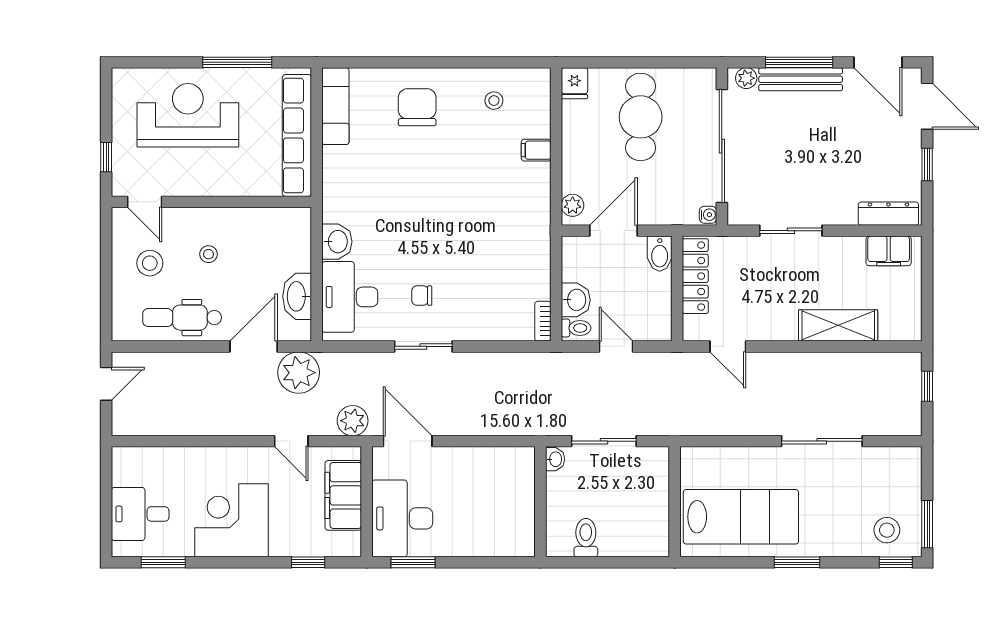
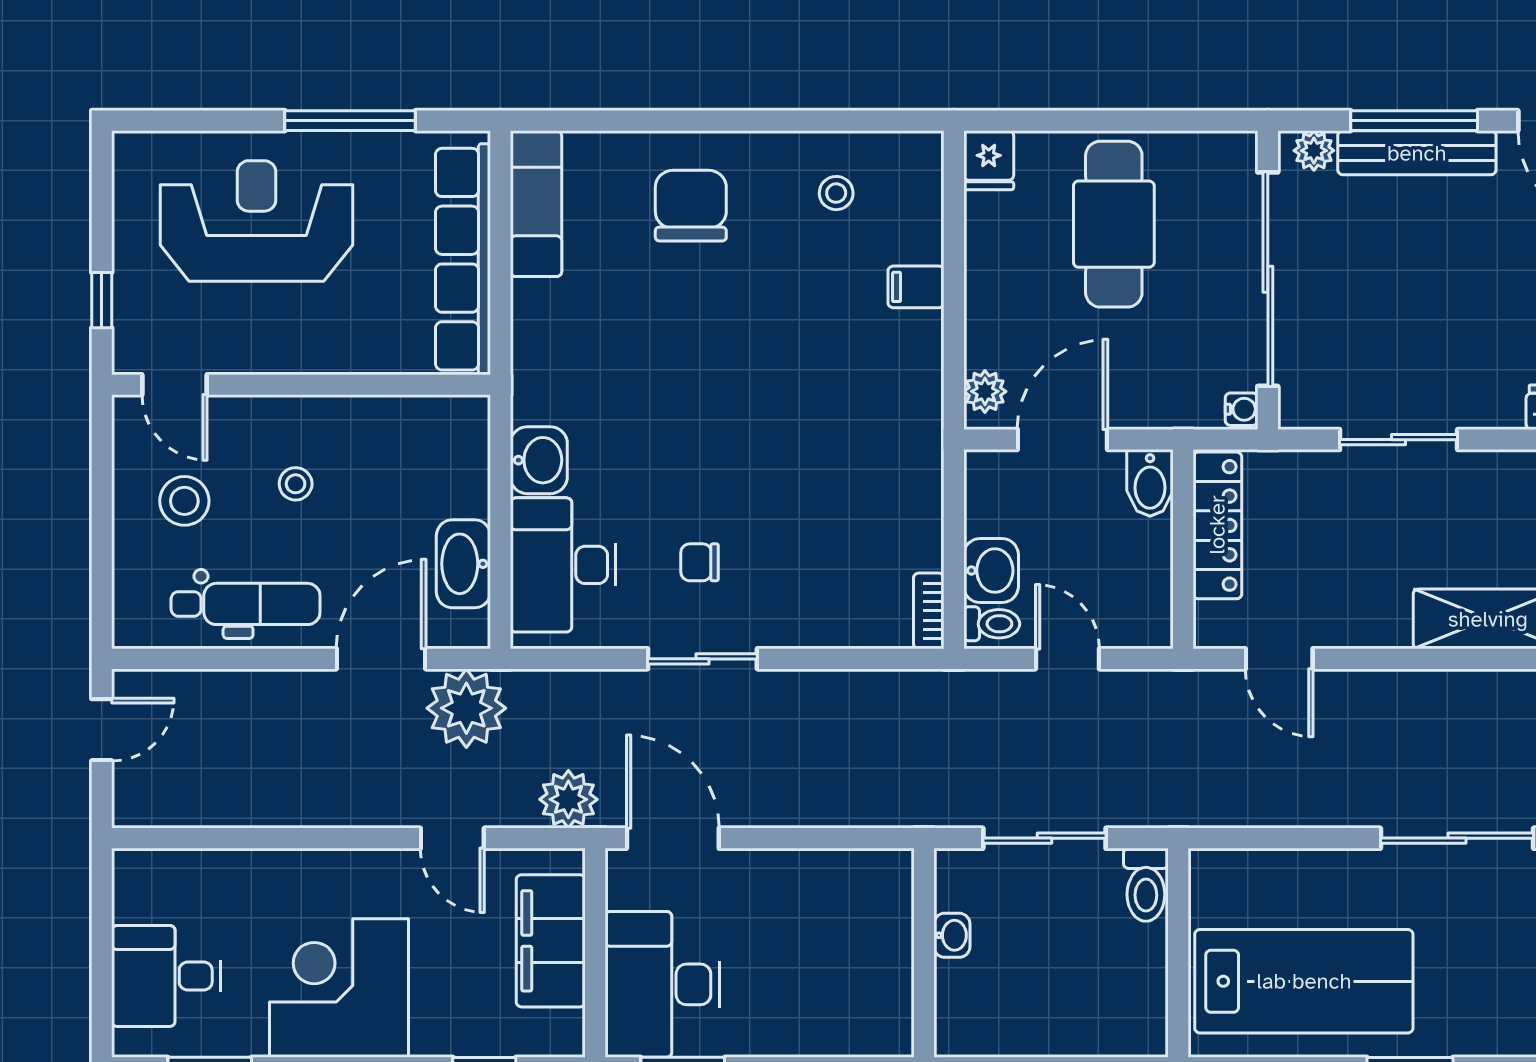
dental chair: (182, 318) -> (246, 604), turned 180
washbasin: (555, 459) -> (952, 935), moved
toilet: (586, 538) -> (1146, 885), moved, turned 180

